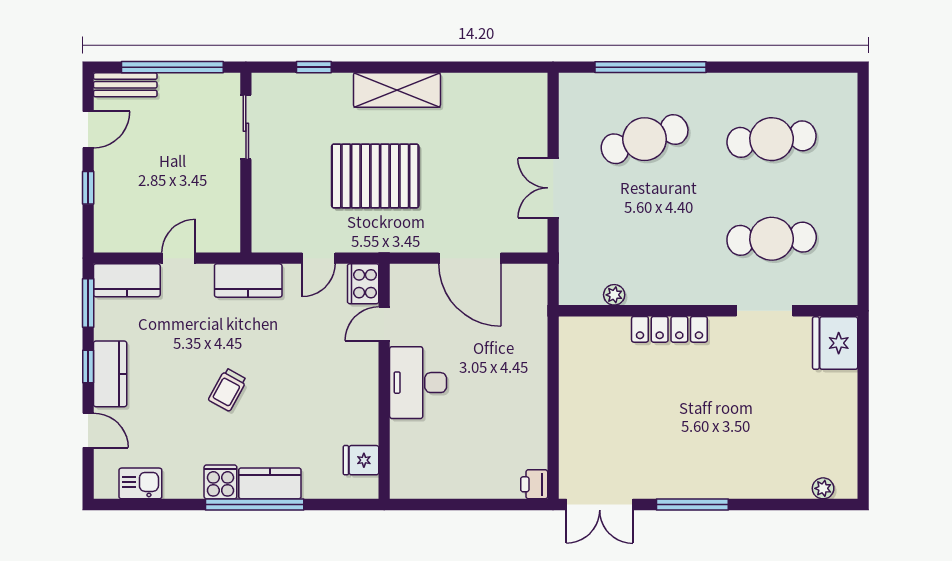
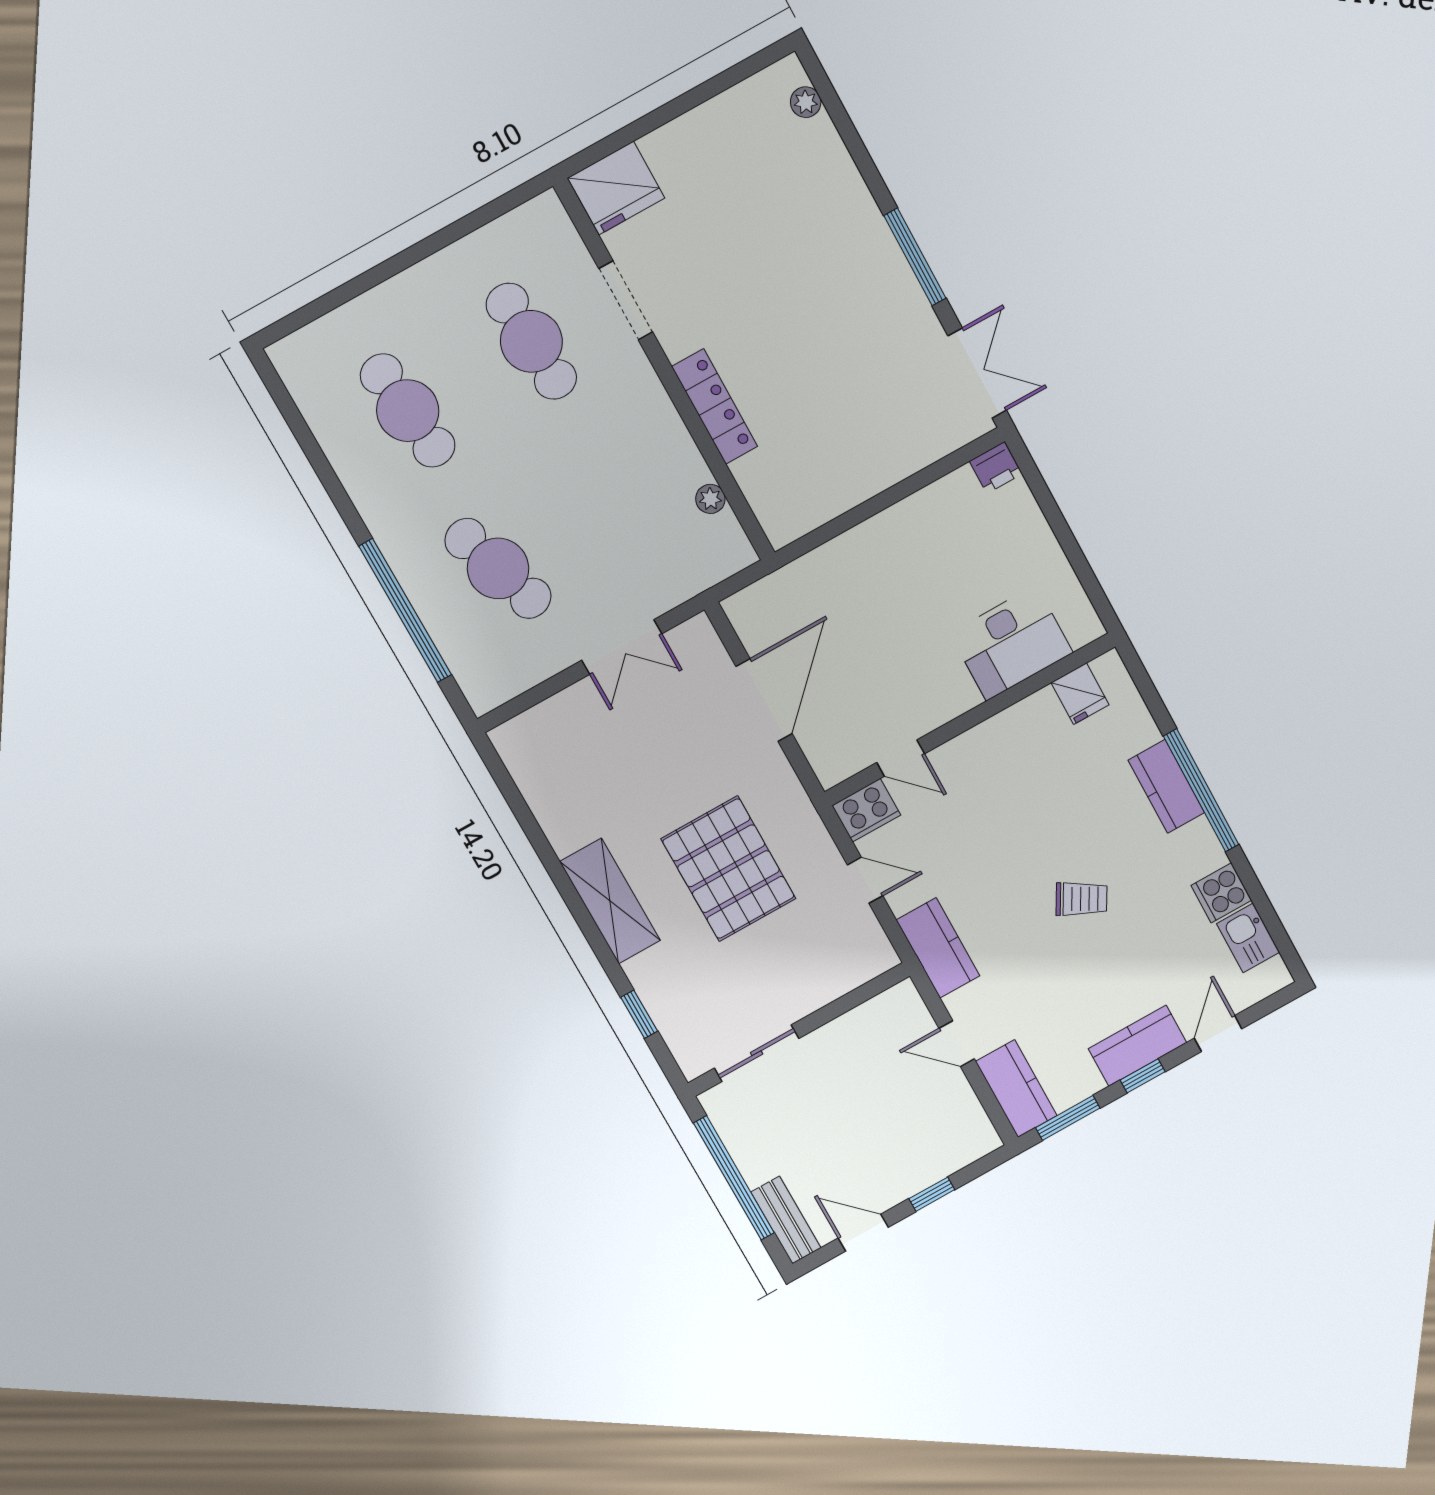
desk: (418, 383) -> (1011, 643), moved
cooker: (220, 482) -> (1221, 893), moved

